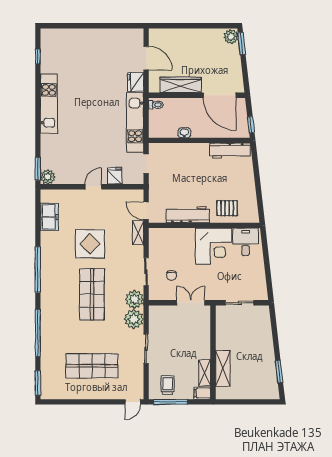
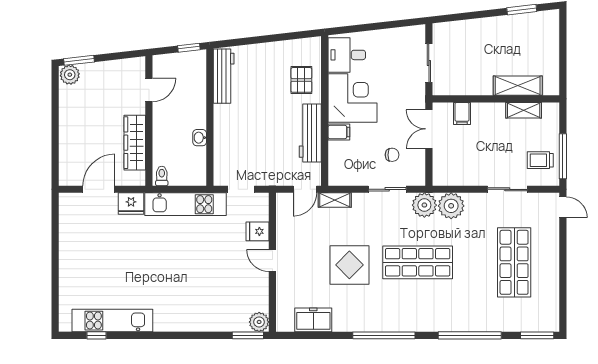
door: (220, 95) -> (149, 90), width x0.53
kitchen unit: (49, 104) -> (112, 321), moved
filing cabinet: (188, 236) -> (339, 132), added
sliding door: (146, 349) -> (507, 189), moved
filing cabinet: (202, 393) -> (462, 113), moved

